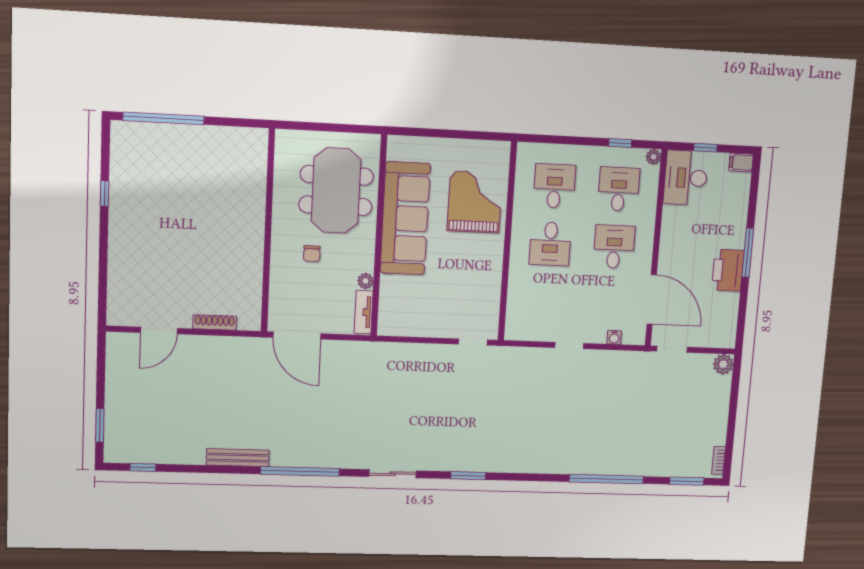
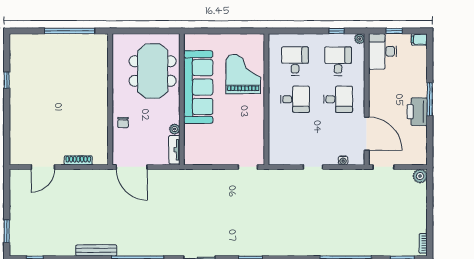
window: (164, 118) -> (70, 31), moved
desk: (550, 244) -> (295, 99), turned -90
desk: (614, 247) -> (338, 99), turned 90
chair: (312, 254) -> (123, 123), moved

